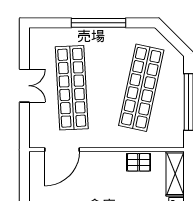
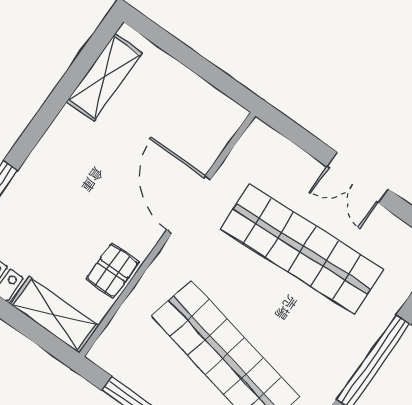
door: (62, 150) -> (189, 204), moved

